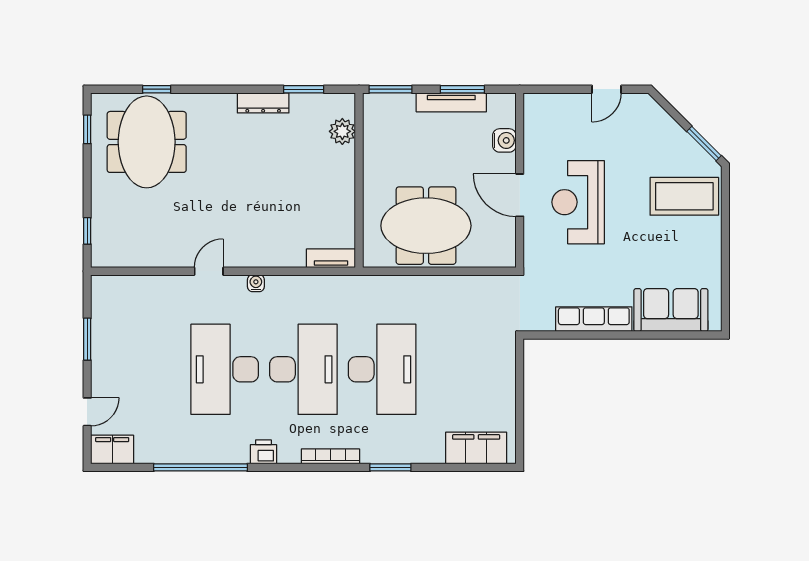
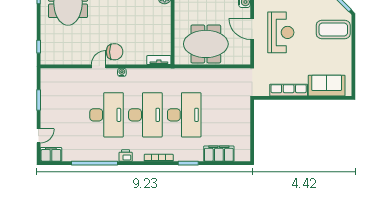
reception desk: (578, 202) -> (281, 32), turned 180
chair: (241, 241) -> (115, 52), added
desk: (225, 369) -> (106, 115), turned 180
filing cabinet: (476, 448) -> (219, 154), moved

